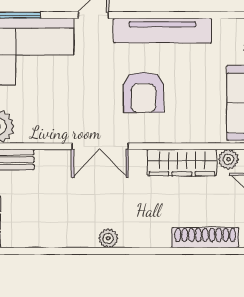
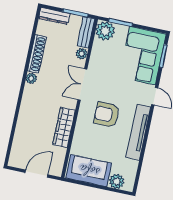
plant: (228, 159) -> (82, 54), moved
shoe rack: (205, 238) -> (37, 54), moved

